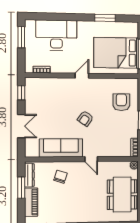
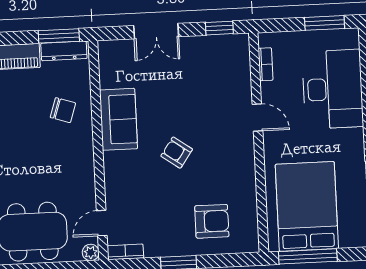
door: (82, 76) -> (257, 118), moved
sofa: (61, 148) -> (119, 119), width x0.73
door: (91, 159) -> (102, 223), moved
window: (21, 188) -> (59, 36), moved

